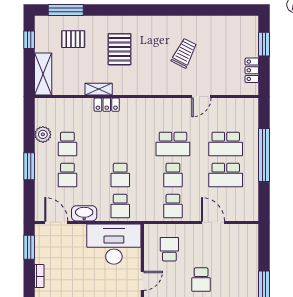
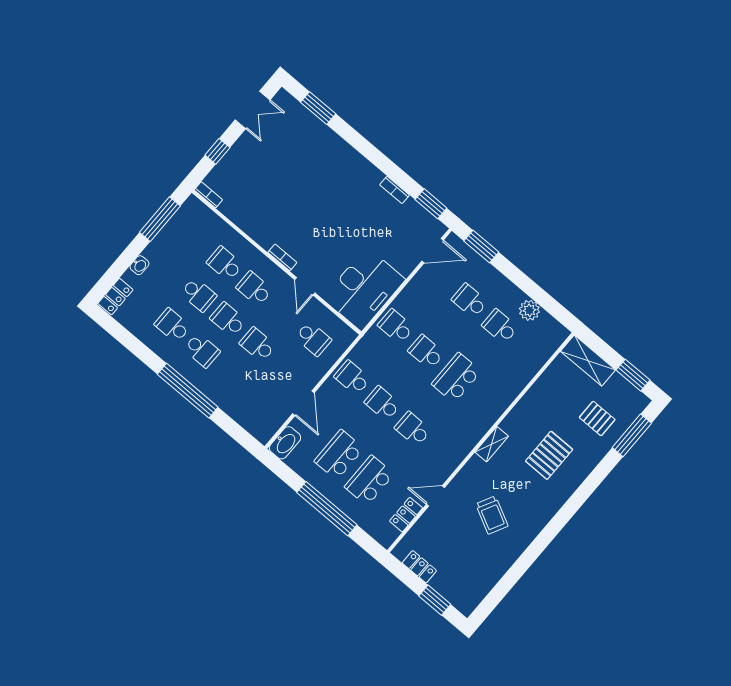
pallet: (73, 39) -> (597, 419), turned 90
window: (29, 40) -> (633, 375), width x1.50
pallet: (120, 49) -> (549, 455), turned 90
shelving: (99, 89) -> (492, 444), moved
door: (201, 97) -> (435, 496), hinge flipped
locker: (107, 105) -> (406, 515), moved
school desk: (120, 144) -> (456, 378), added
school desk: (173, 144) -> (413, 429), width x0.54
window: (29, 166) -> (481, 246), moved
washbasin: (84, 213) -> (285, 443), moved
door: (213, 222) -> (303, 403), hinge flipped

